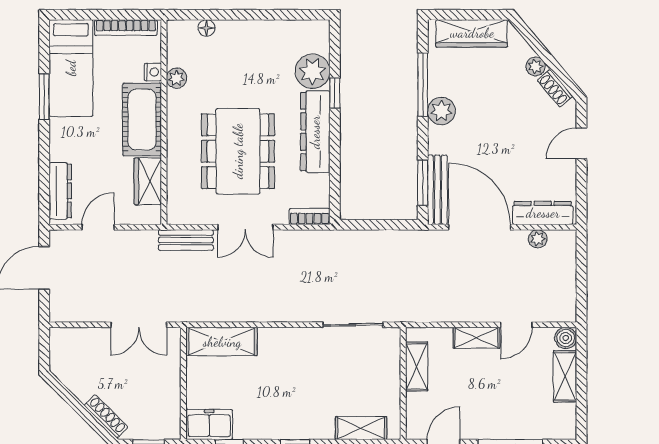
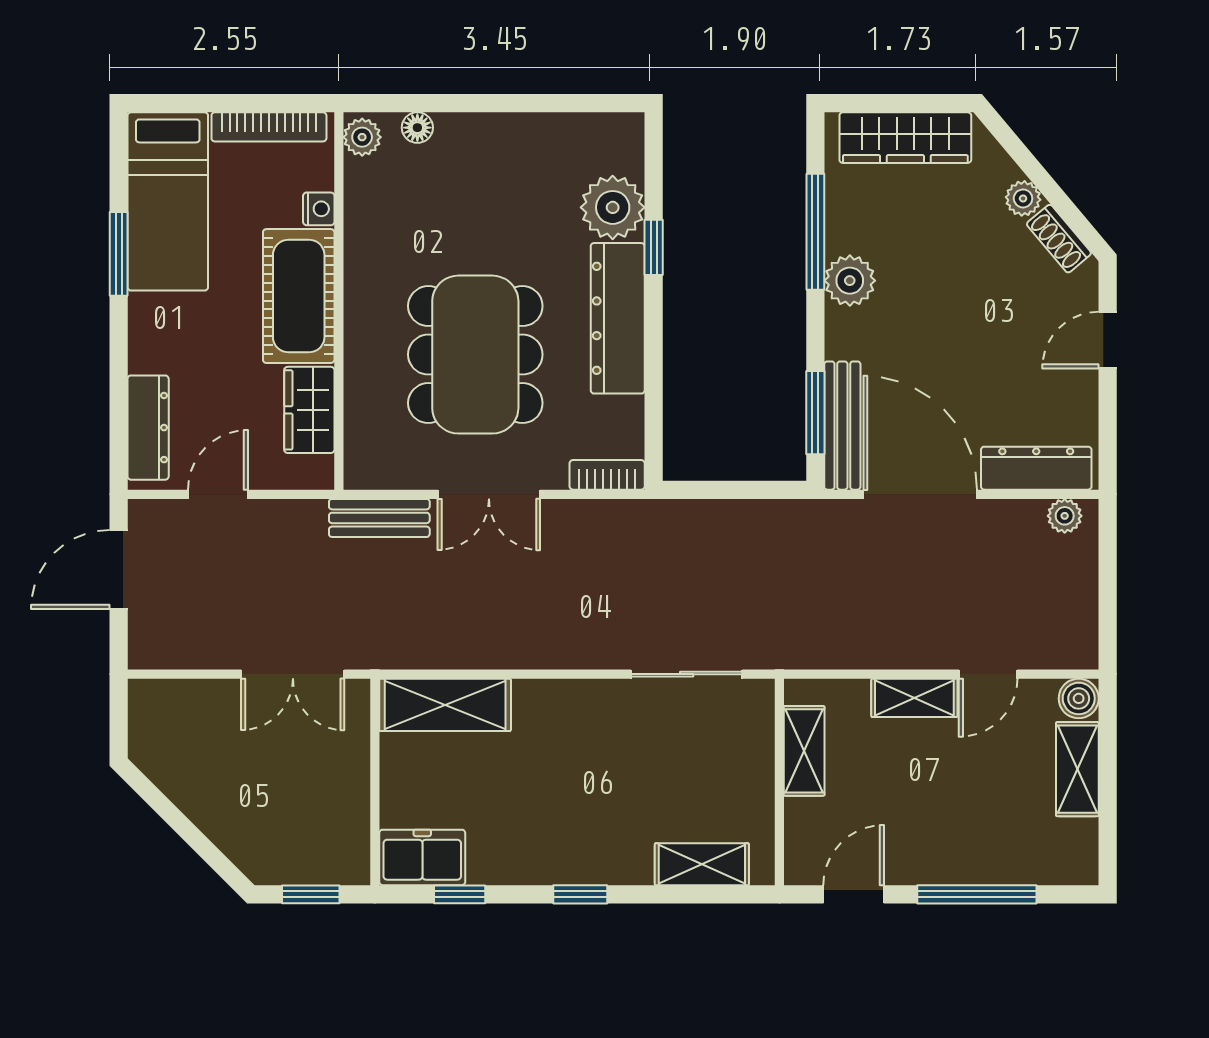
plant: (176, 78) -> (362, 137), moved
plant: (538, 239) -> (1065, 516), moved
shoe rack: (106, 416) -> (233, 843), removed

